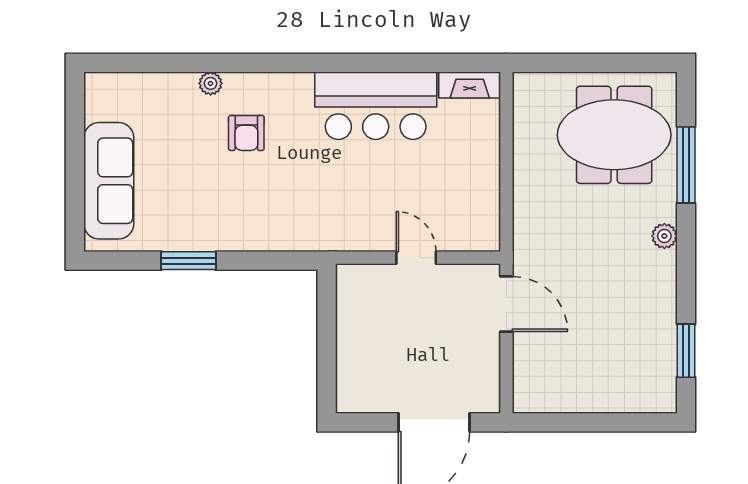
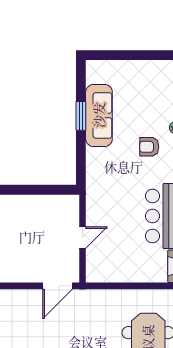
sofa: (109, 181) -> (99, 115), moved, turned -90

